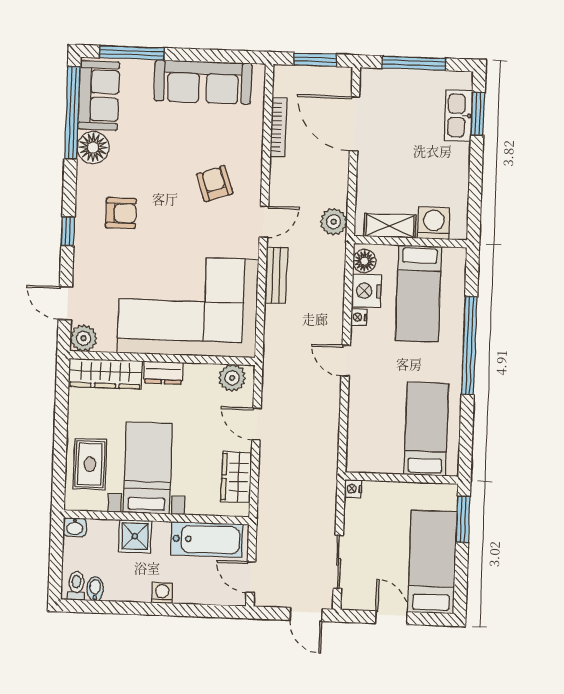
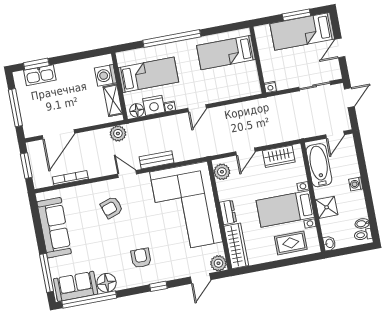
window: (463, 519) -> (296, 15), moved

